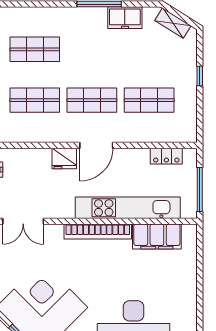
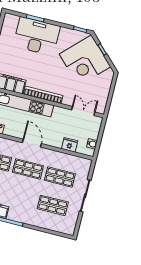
door: (96, 145) -> (32, 143), hinge flipped
fridge: (64, 158) -> (70, 145), moved

